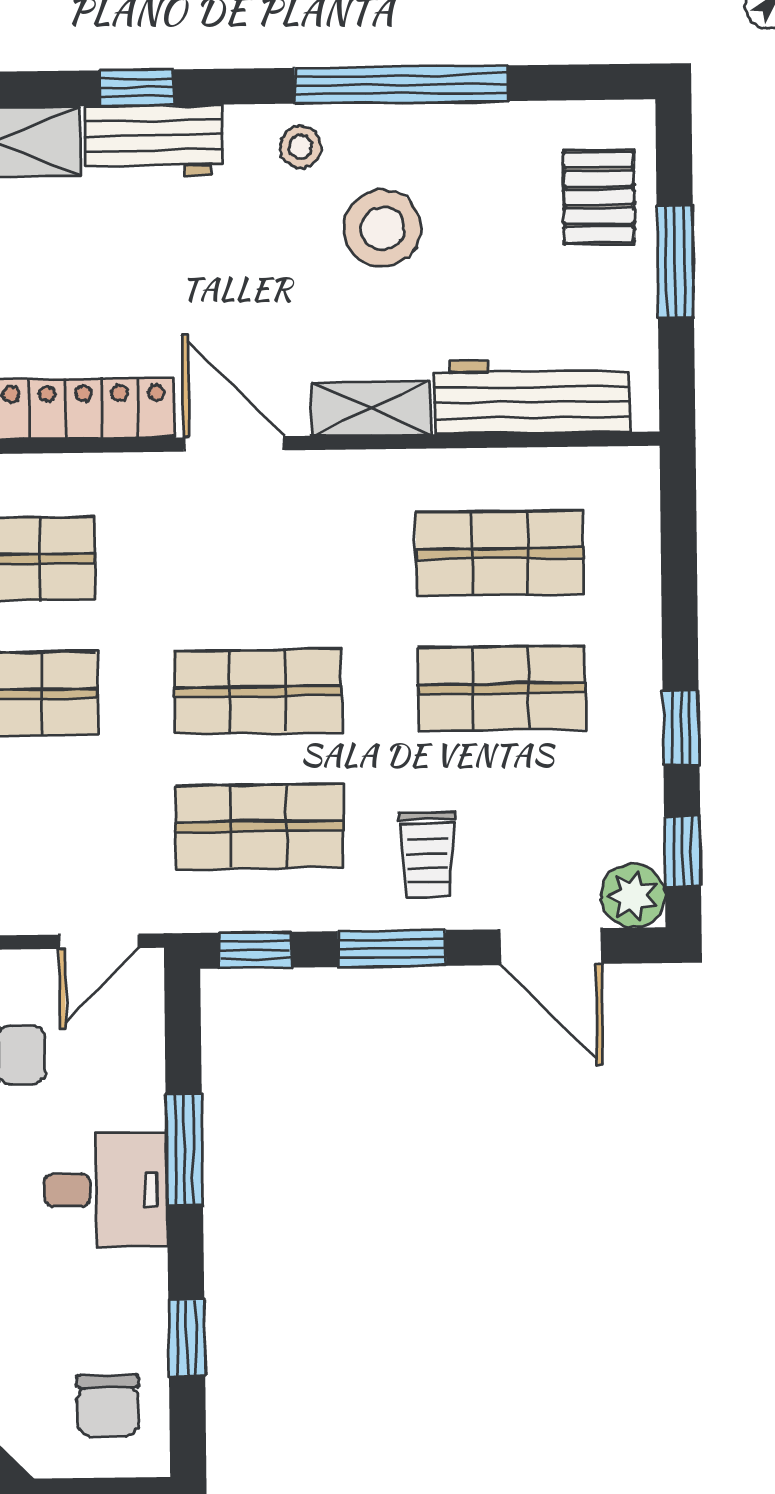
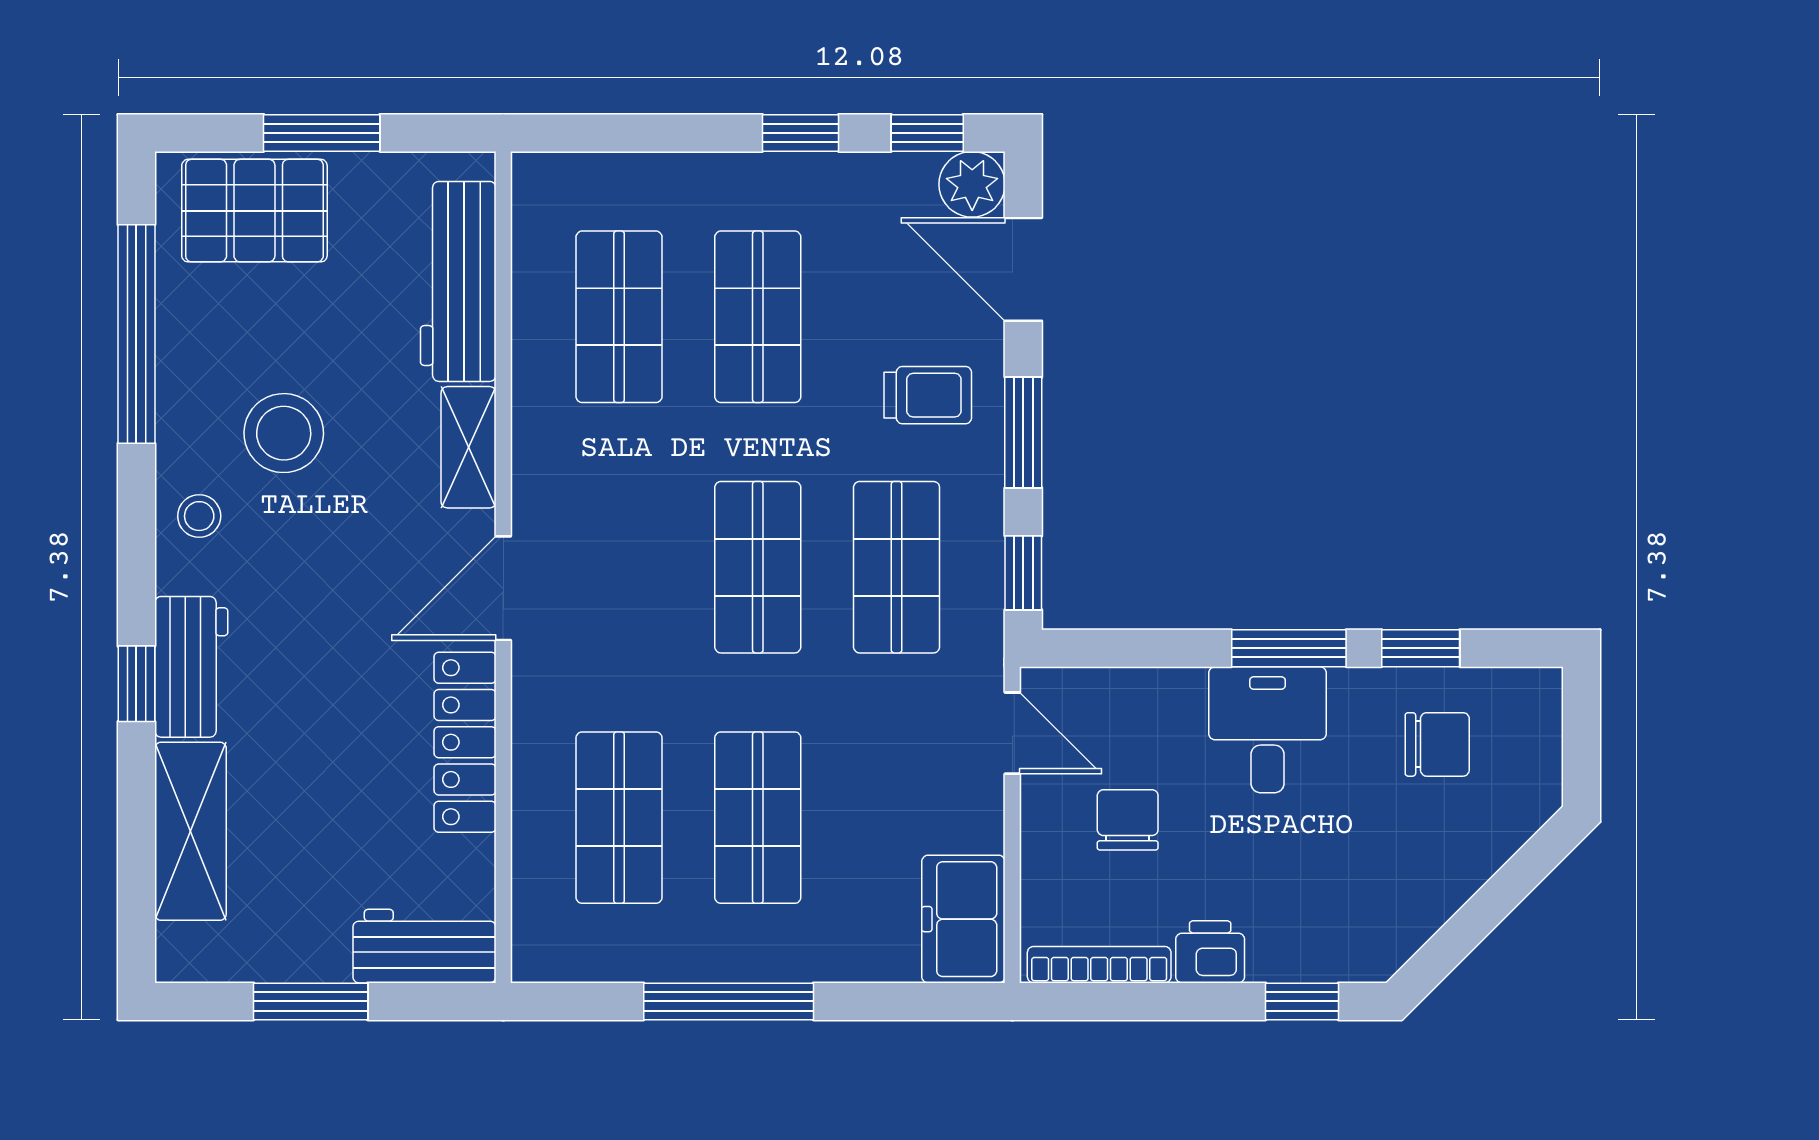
window: (401, 84) -> (136, 334), moved
pallet: (599, 197) -> (254, 211), width x1.50, depth x1.42
door: (551, 947) -> (1023, 269), swing flipped
window: (184, 1149) -> (1289, 648), moved
chair: (108, 1406) -> (1437, 744), moved

